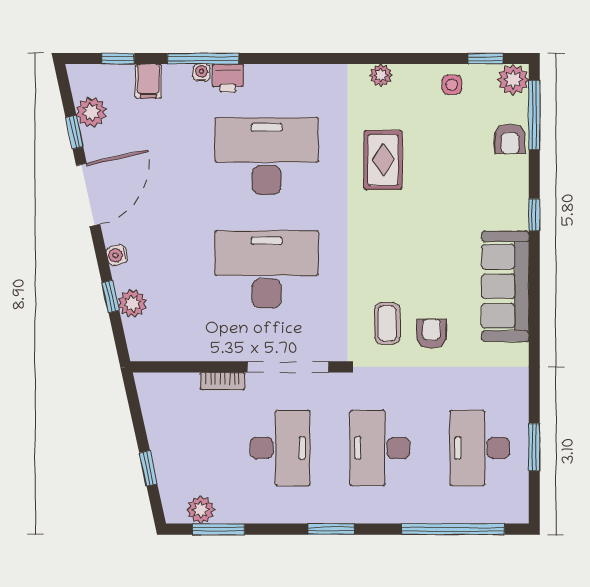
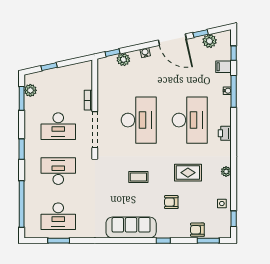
printer: (228, 78) -> (225, 133), moved
plant: (513, 80) -> (224, 231), removed
window: (534, 115) -> (208, 241), width x0.69
window: (110, 296) -> (113, 53), moved
coffee table: (387, 323) -> (138, 177), moved
armchair: (431, 334) -> (171, 202), moved, turned 180
desk: (480, 448) -> (58, 216), turned 180

